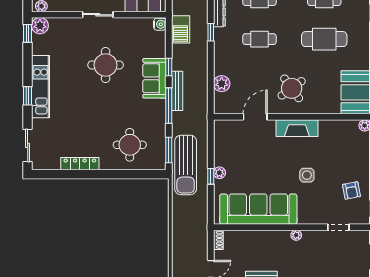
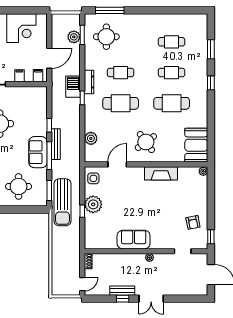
water cooler: (160, 24) -> (42, 92), removed
barbecue: (181, 29) -> (73, 87), moved, turned 180
cafe table: (259, 39) -> (121, 103), width x1.37, depth x1.35
sofa: (154, 78) -> (38, 152), moved
fireplace: (297, 128) -> (161, 173), moved
plant: (219, 173) -> (93, 204), width x1.87, depth x1.87
side table: (307, 175) -> (93, 178), moved
sofa: (258, 209) -> (134, 240), width x0.54, depth x0.79

